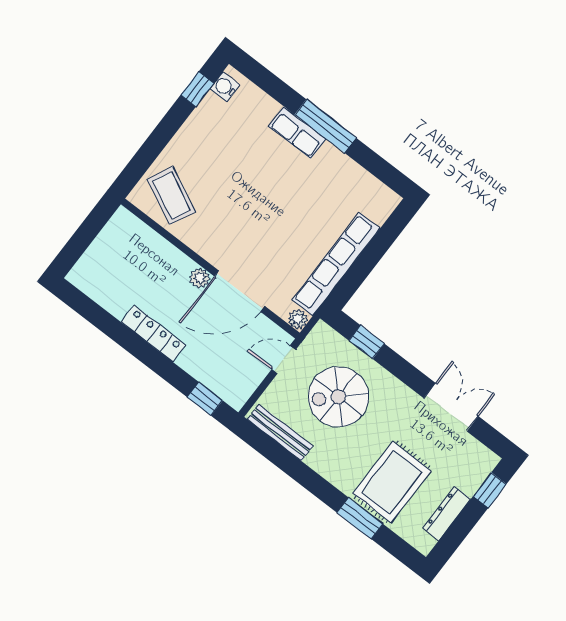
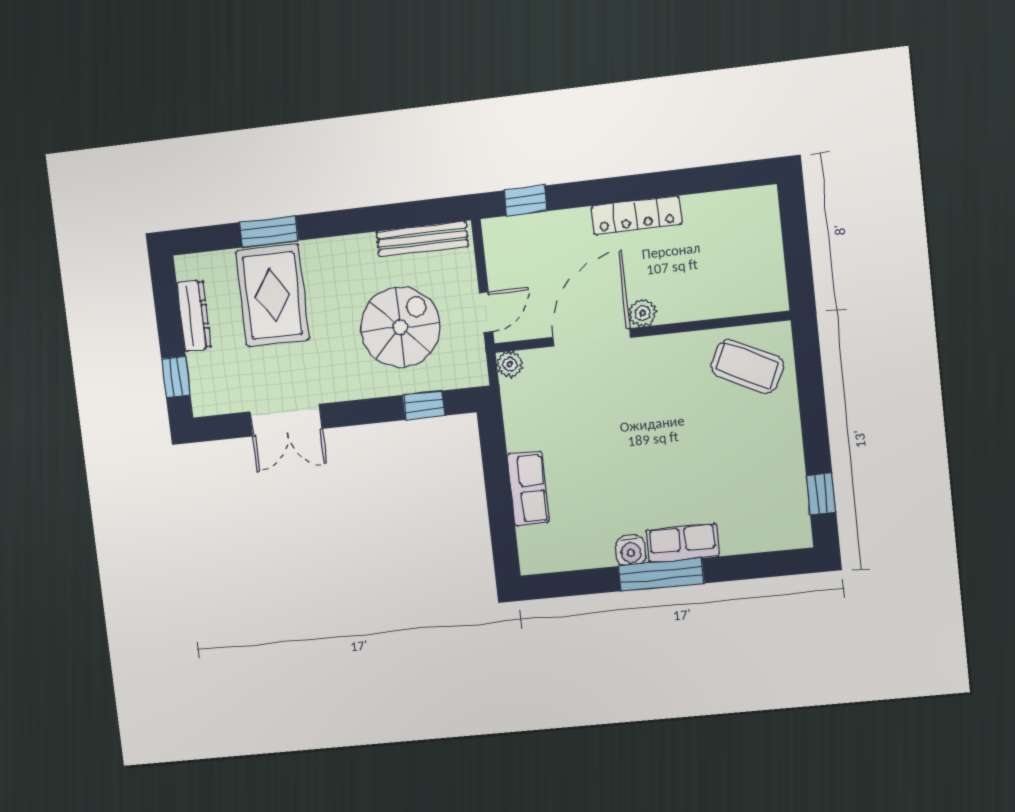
water cooler: (225, 87) -> (631, 551), moved, turned 90
row of seats: (336, 264) -> (528, 489), width x0.50

